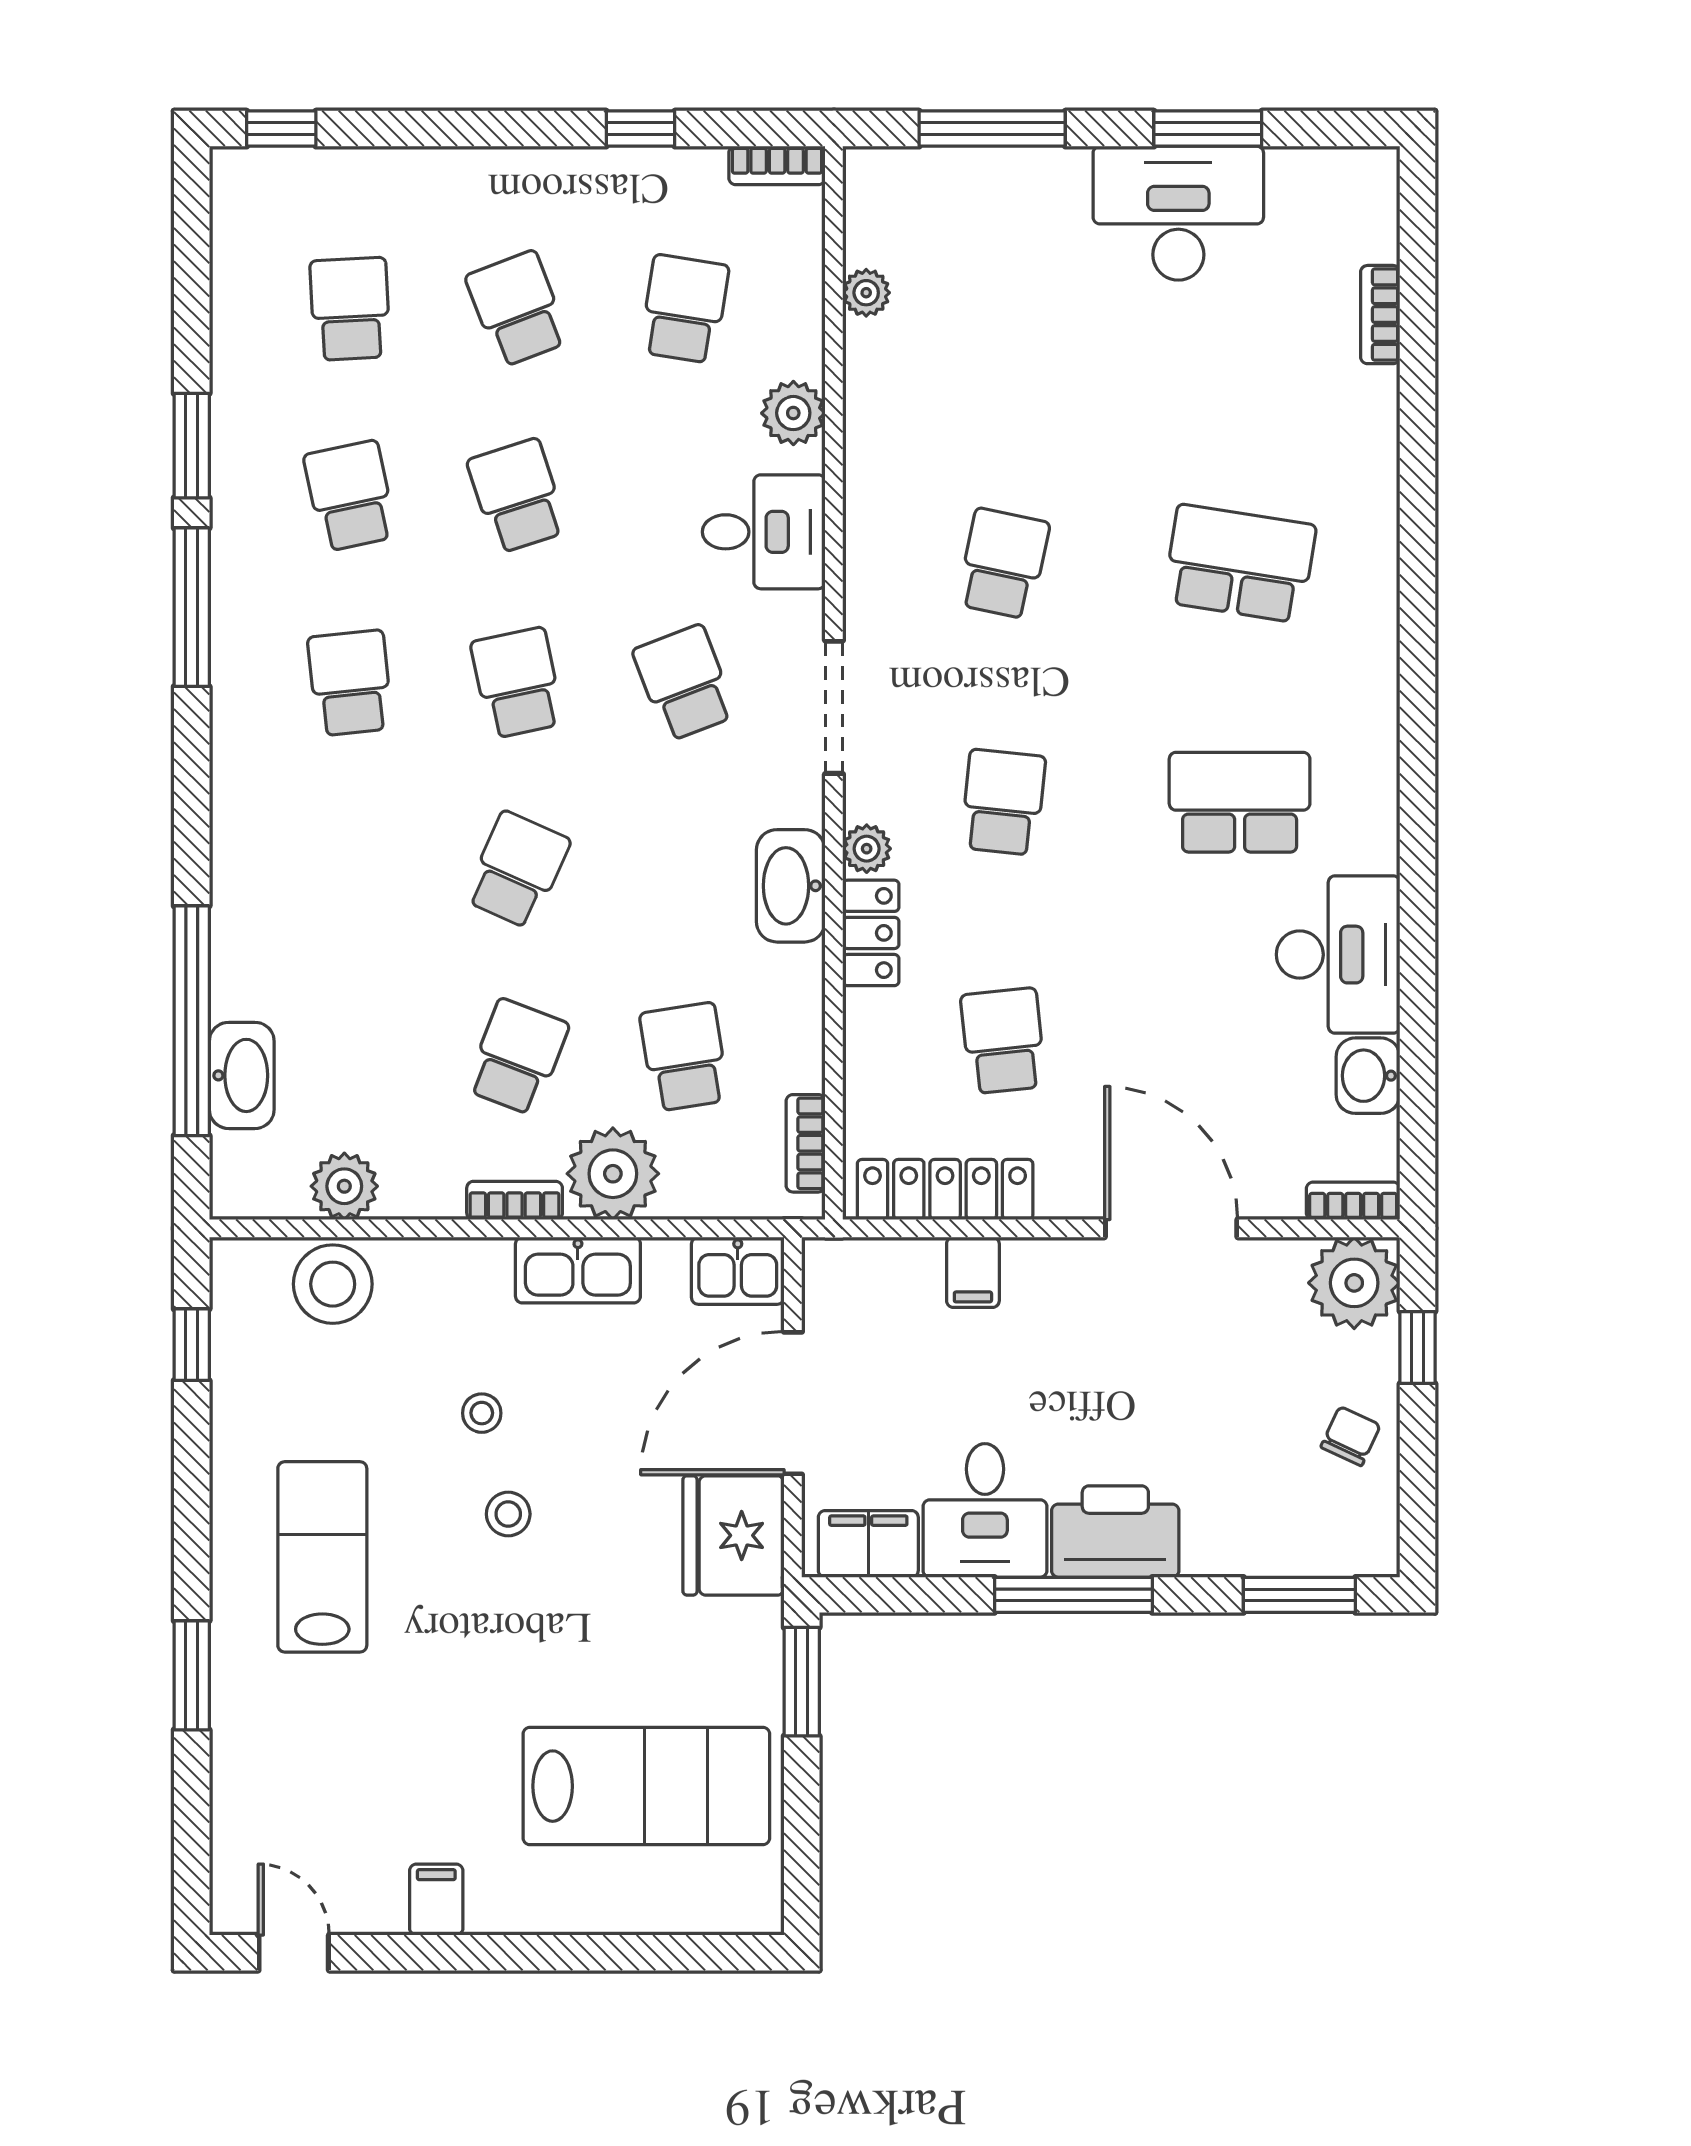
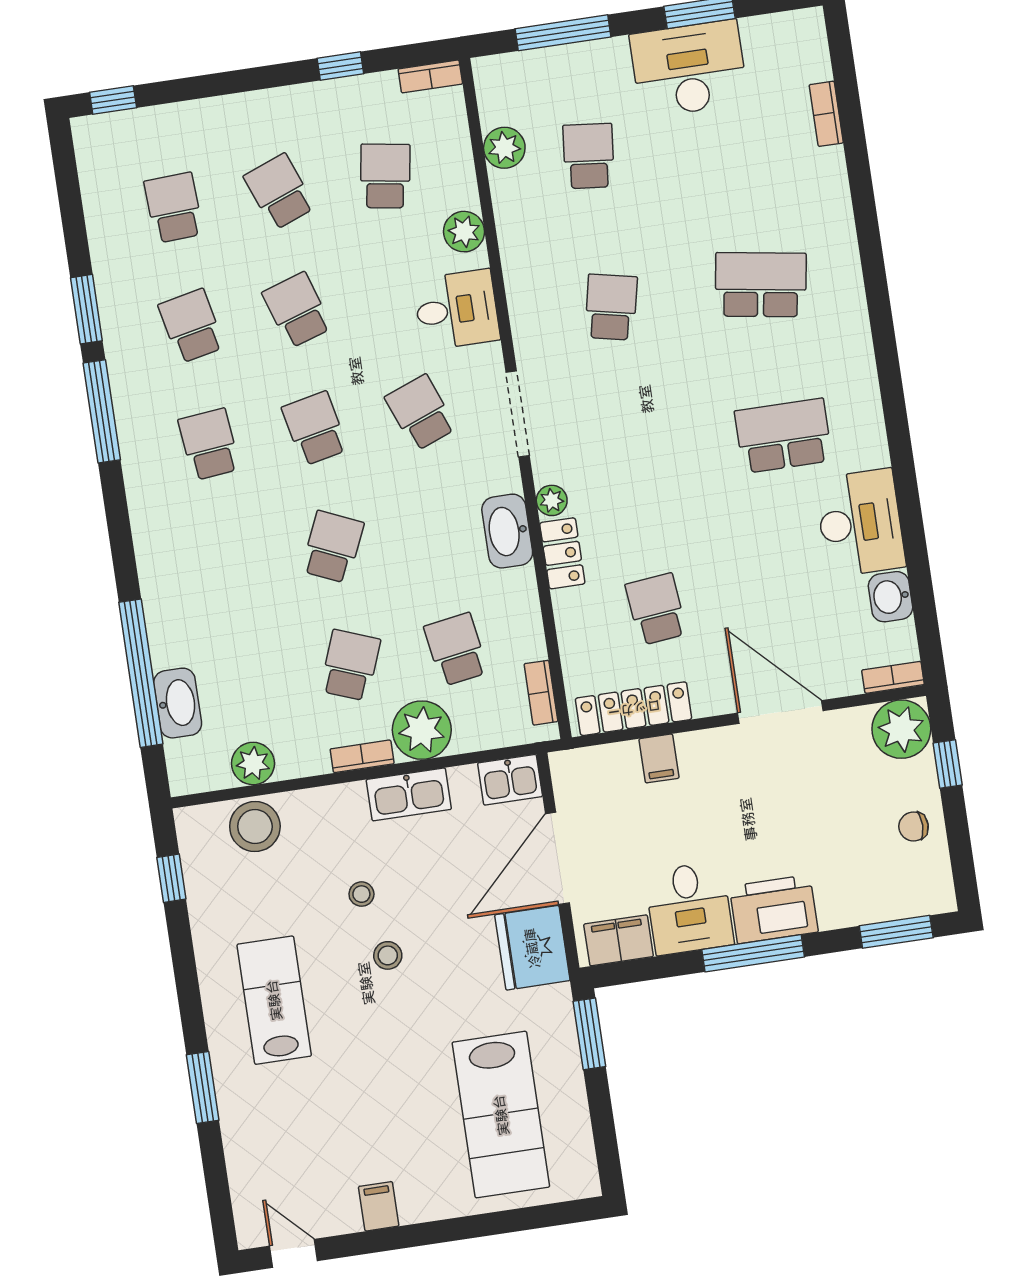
plant: (866, 293) -> (504, 148), width x1.38, depth x1.38
school desk: (1003, 802) -> (589, 156), moved
chair: (1351, 1436) -> (914, 826), turned -115
lab bench: (646, 1786) -> (501, 1115), turned 90

